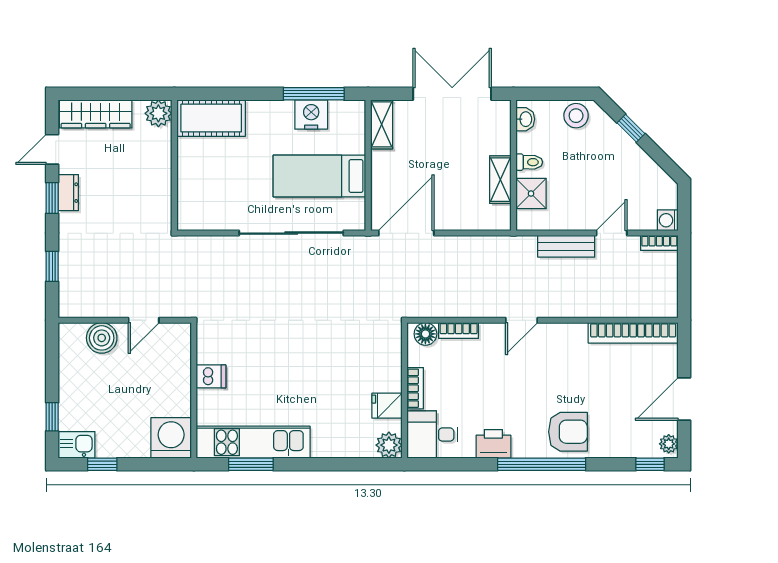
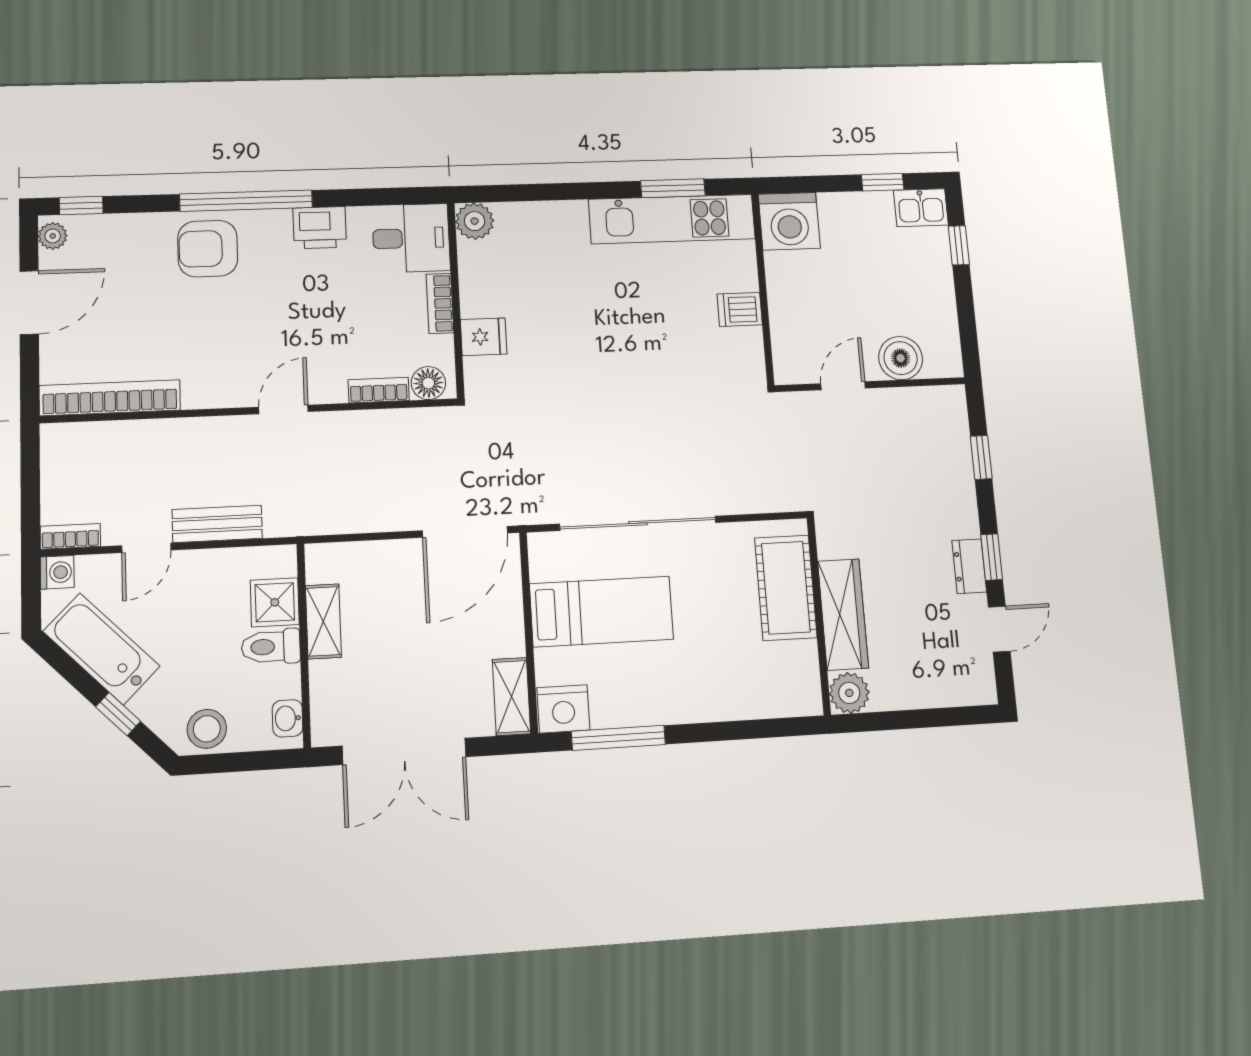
wardrobe: (96, 114) -> (843, 614), moved, turned 90
nightstand: (311, 114) -> (563, 709), moved
cot: (211, 118) -> (786, 588), moved, turned 90
toilet: (529, 162) -> (271, 647), width x1.37, depth x1.39
bathtub: (641, 170) -> (101, 649), added
fridge: (387, 406) -> (484, 337), moved

